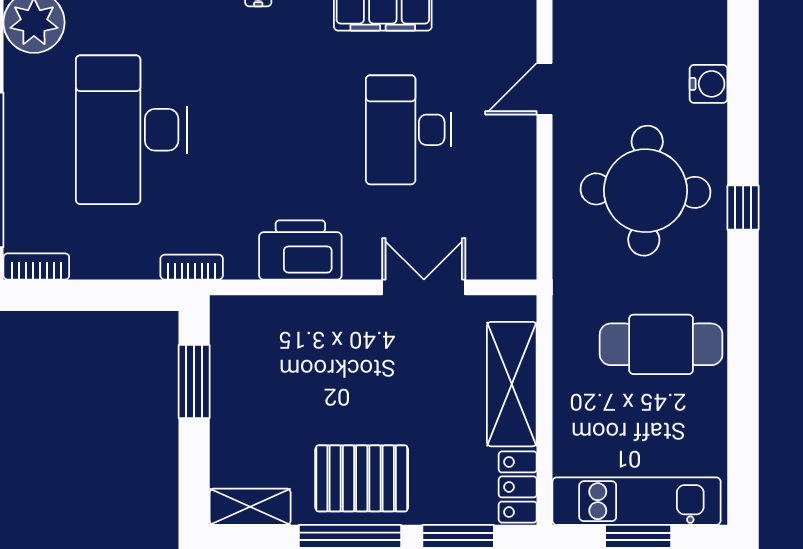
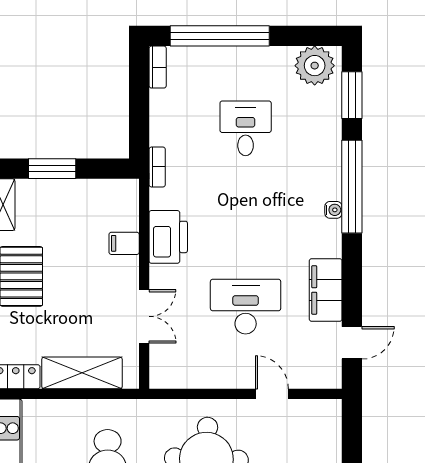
desk: (132, 130) -> (246, 128), width x0.53, depth x0.77
filing cabinet: (310, 319) -> (124, 243), added
window: (194, 382) -> (52, 169), moved

